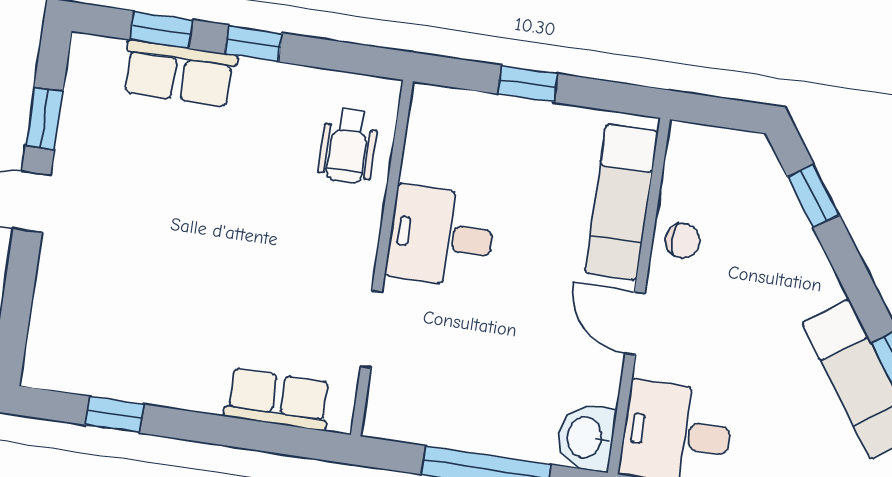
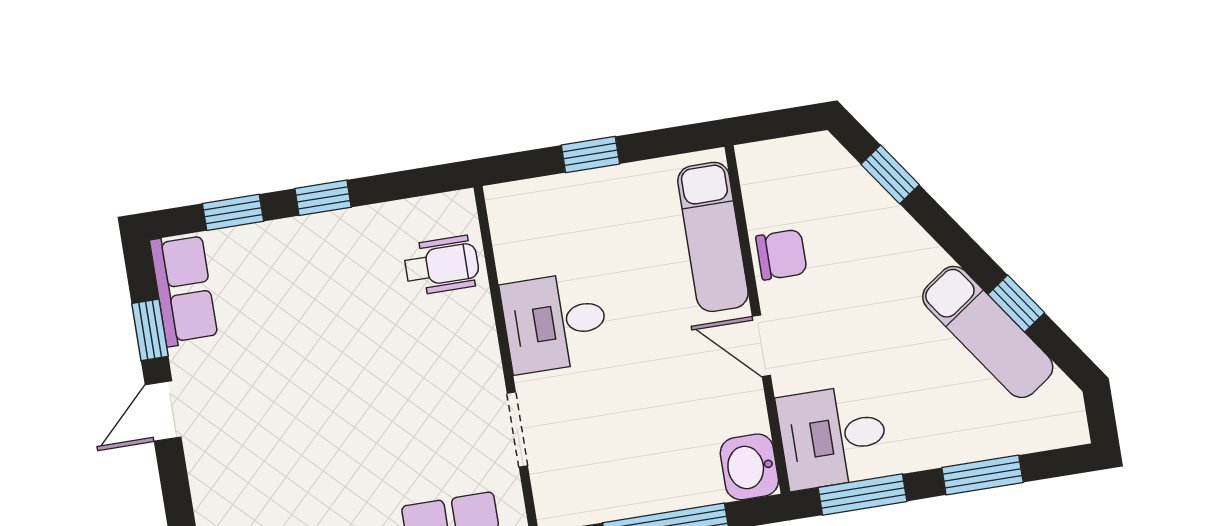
row of seats: (179, 74) -> (184, 290), moved, turned -90
wheelchair: (348, 146) -> (442, 265), turned -90
chair: (683, 240) -> (781, 255), width x1.37, depth x1.37

